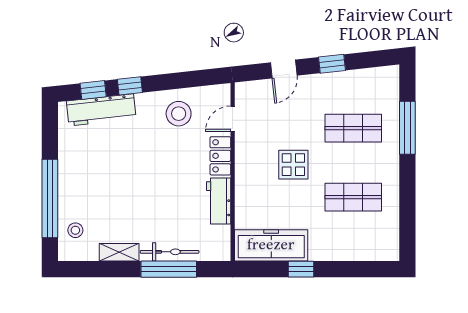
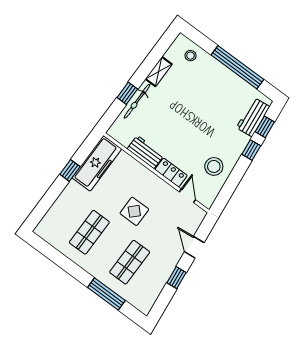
workbench: (101, 110) -> (253, 117), width x0.73
window: (50, 199) -> (237, 67), moved
window: (169, 269) -> (127, 93), width x0.46

